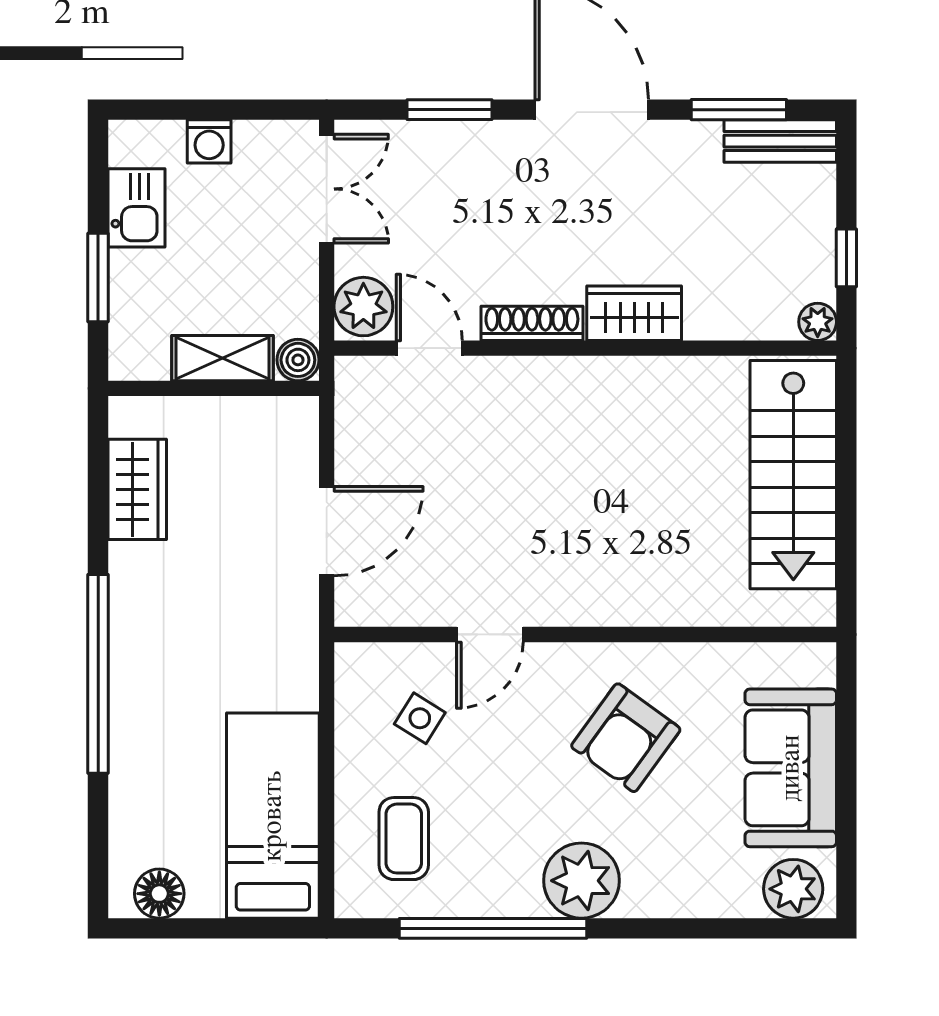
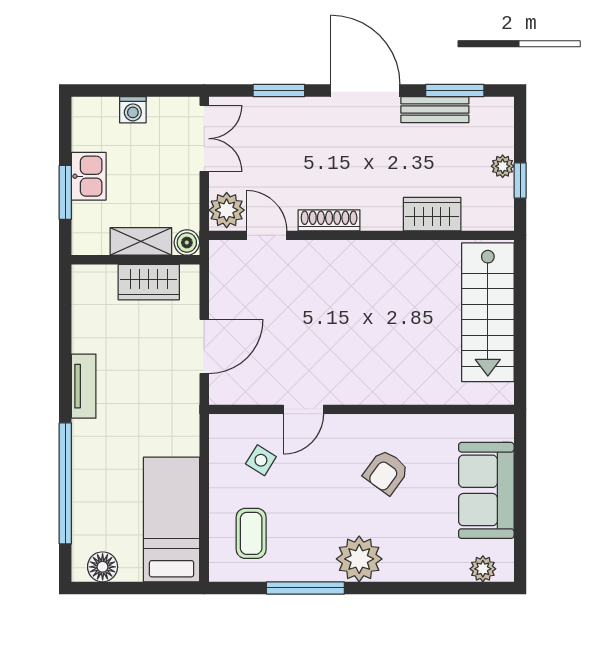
bench: (780, 141) -> (435, 110), moved
kitchen sink: (137, 208) -> (89, 176), moved
wardrobe: (634, 313) -> (432, 214), moved
plant: (818, 322) -> (503, 166), moved
wardrobe: (137, 489) -> (149, 282), moved, turned 90
tv unit: (128, 596) -> (84, 386), added
window: (98, 674) -> (65, 483), moved
armchair: (626, 738) -> (386, 472), width x0.72, depth x0.72
plant: (793, 889) -> (483, 569), width x0.73, depth x0.73
window: (493, 928) -> (305, 588), width x0.68

